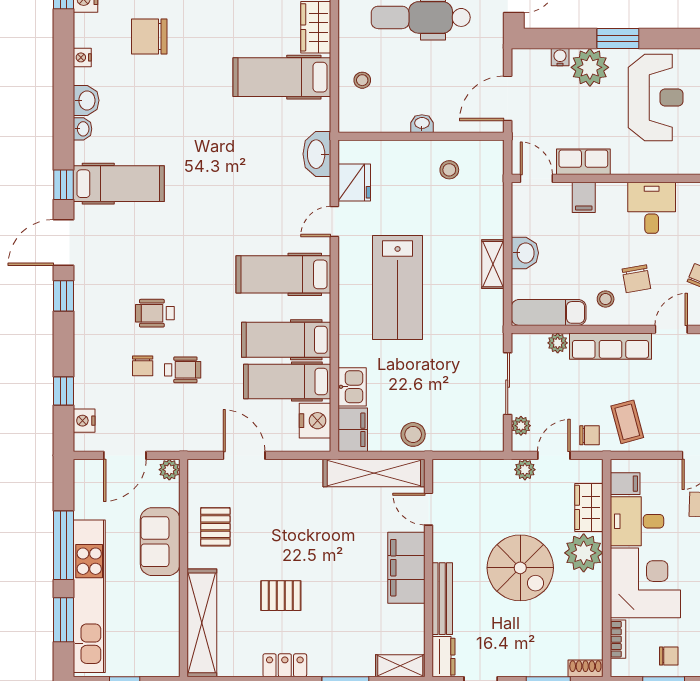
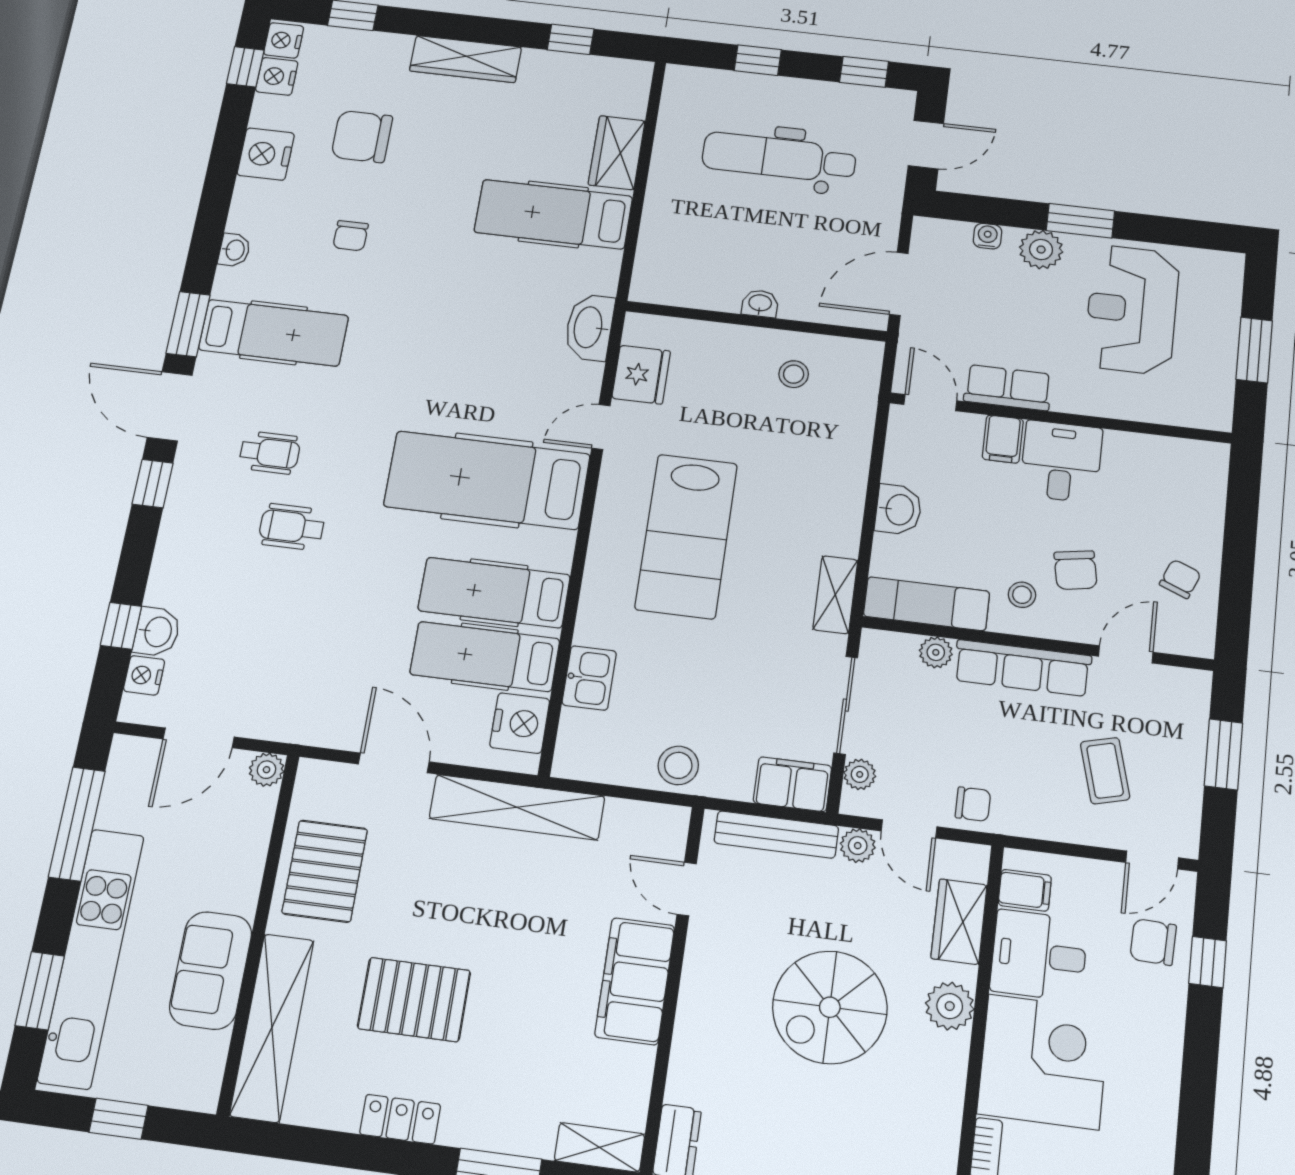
nightstand: (82, 57) -> (266, 154), width x1.89, depth x1.79
plant: (590, 67) -> (1041, 250), width x0.73, depth x0.73
stool: (362, 80) -> (676, 233), removed
reception desk: (656, 97) -> (1132, 310), turned 180
washbasin: (86, 100) -> (157, 632), moved
window: (64, 185) -> (188, 324), width x1.50
desk: (652, 208) -> (1061, 462), moved
door: (64, 243) -> (170, 406), hinge flipped
shelving: (493, 264) -> (835, 595), moved
hospital bed: (283, 274) -> (487, 480), width x1.37, depth x1.29
chair: (143, 366) -> (351, 236), moved
wheelchair: (183, 370) -> (270, 453), moved
coffee table: (627, 422) -> (1105, 771), moved
filing cabinet: (353, 430) -> (792, 784), moved, turned -90
door: (554, 455) -> (909, 829), swing flipped
shelving: (374, 473) -> (517, 807), moved
pallet: (215, 527) -> (325, 871), width x1.50, depth x1.42
sofa: (160, 542) -> (211, 970), moved
window: (64, 545) -> (77, 824), moved
plant: (584, 553) -> (950, 1006), width x0.73, depth x0.73
spiral stairs: (520, 568) -> (830, 1007), turned 90
pallet: (281, 596) -> (414, 999), width x1.50, depth x1.42
bench: (442, 599) -> (776, 834), moved, turned 90

